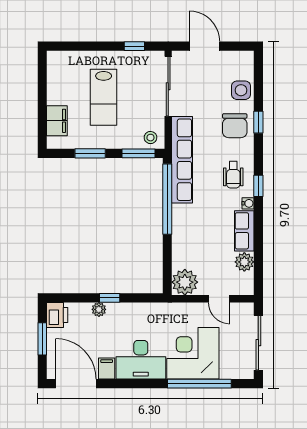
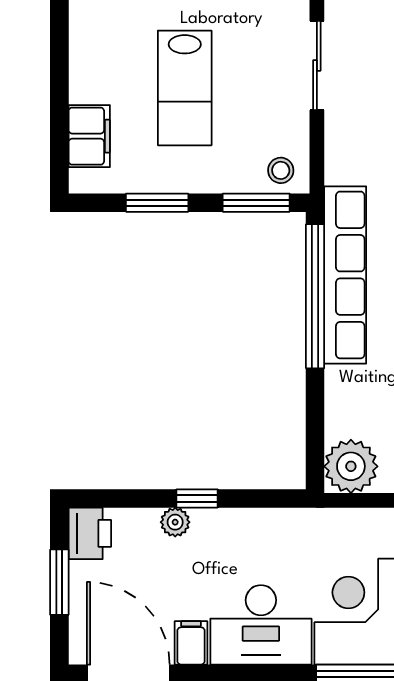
sliding door: (168, 86) -> (317, 65), width x0.73
row of seats: (182, 160) -> (345, 275), moved

